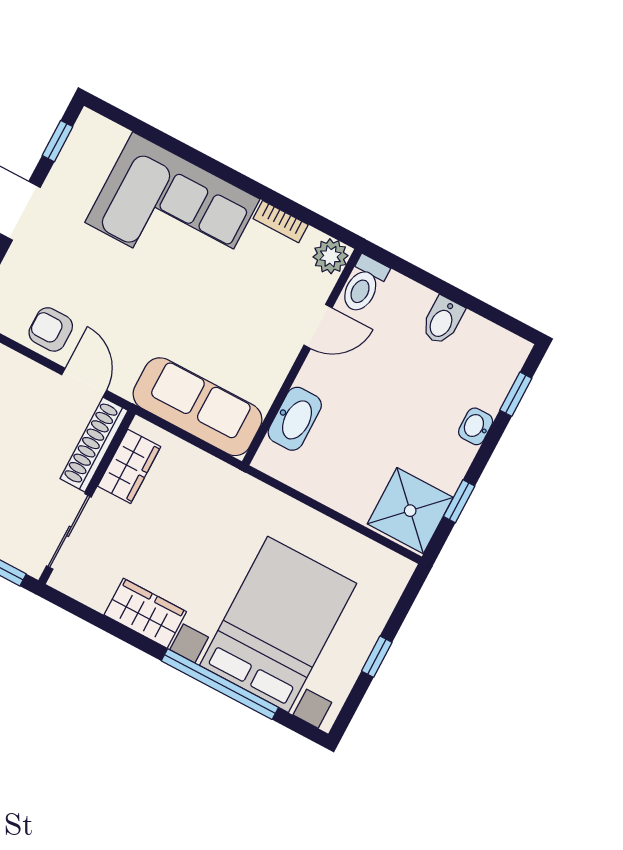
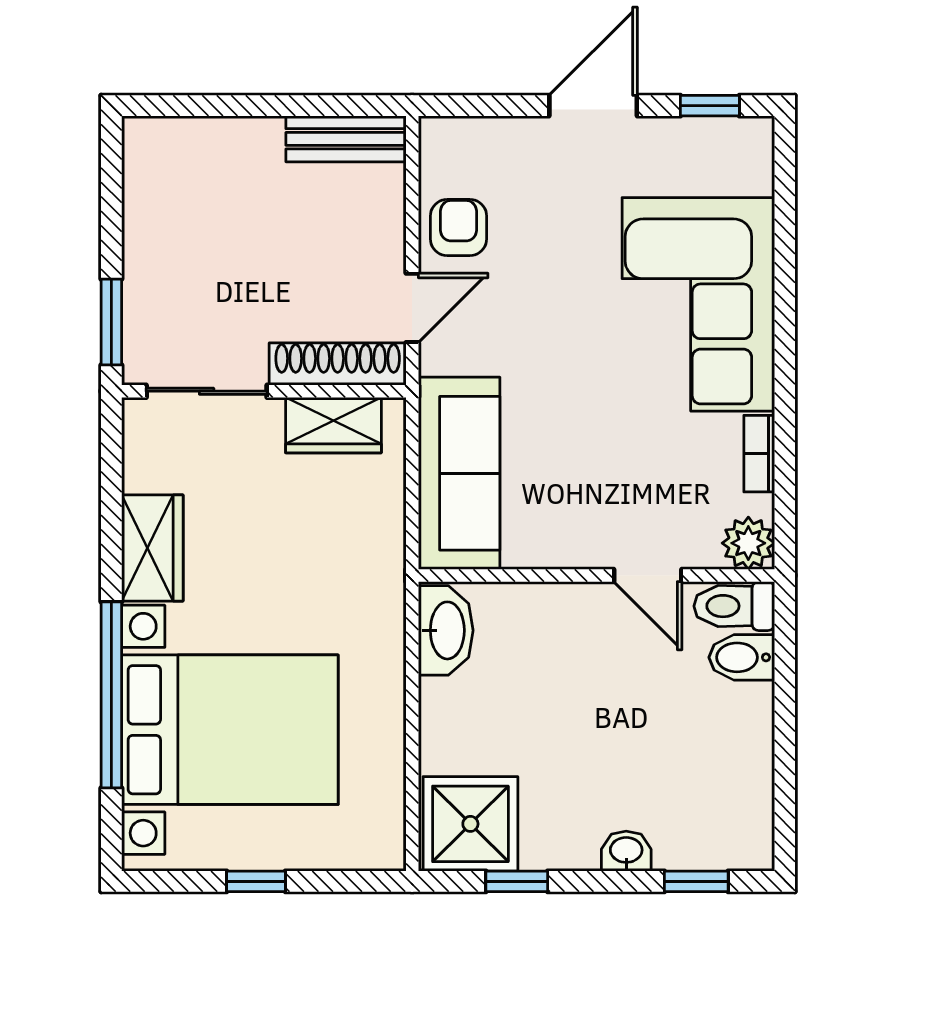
bidet: (442, 321) -> (742, 657), moved
washbasin: (295, 419) -> (446, 630), moved, turned -90

